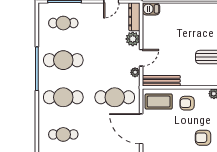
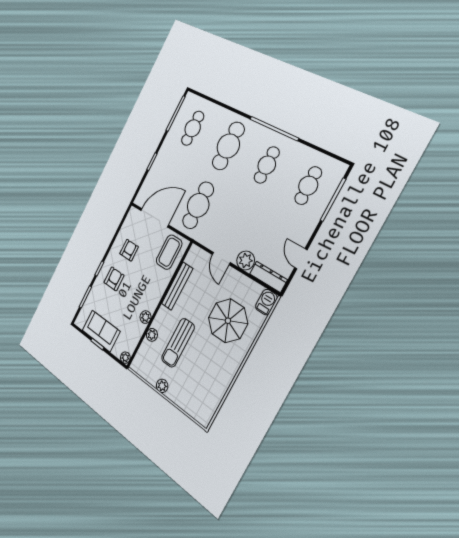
parasol: (178, 29) -> (228, 321), added
cafe table: (63, 60) -> (267, 165), width x0.73, depth x0.74
plant: (135, 72) -> (210, 243), removed
bench: (161, 81) -> (177, 286), moved
armchair: (187, 103) -> (129, 250), moved

